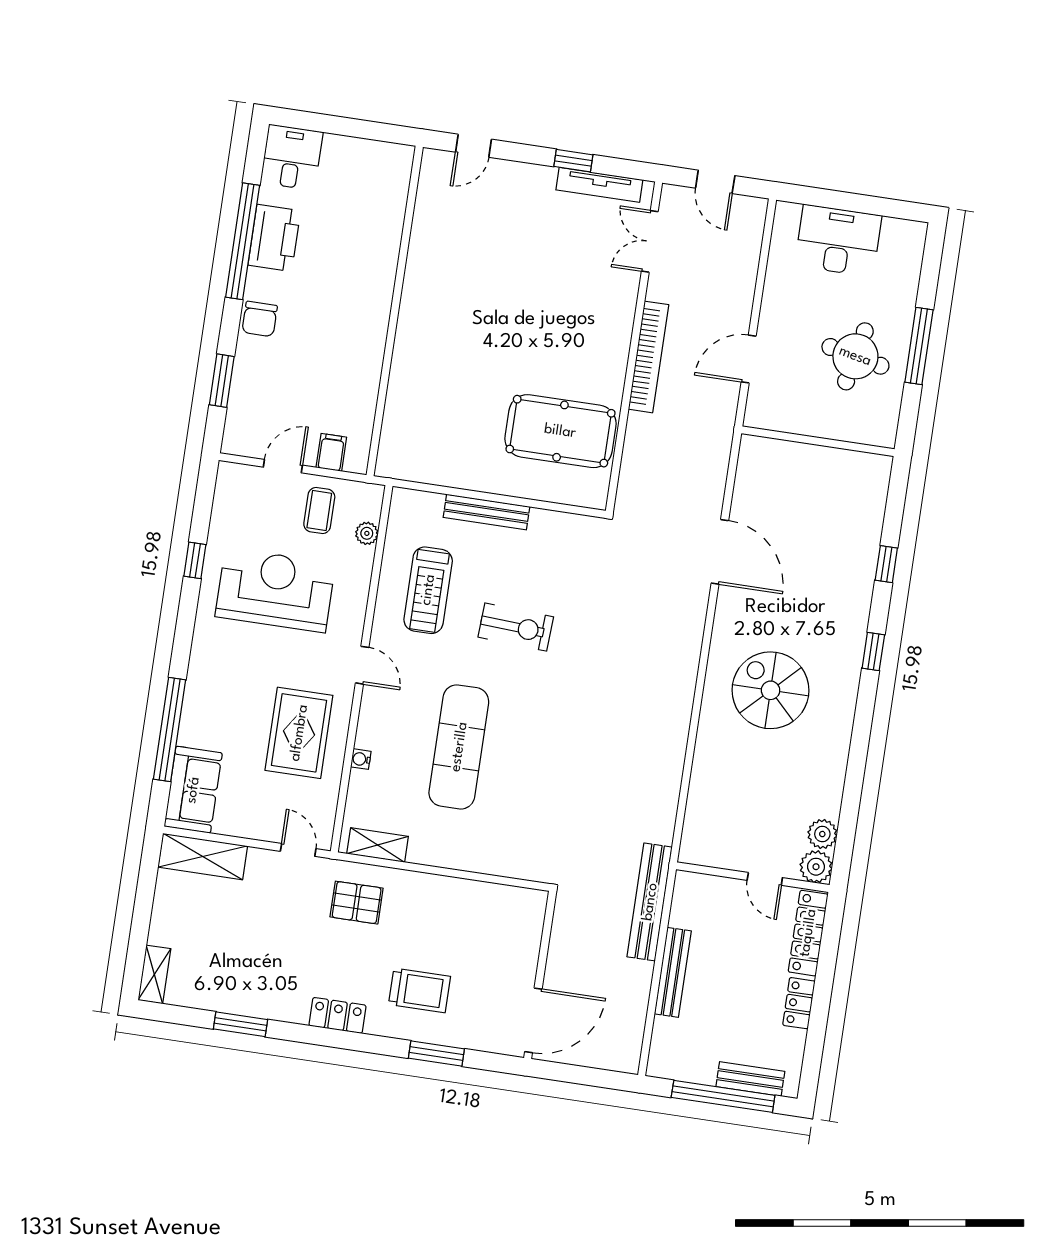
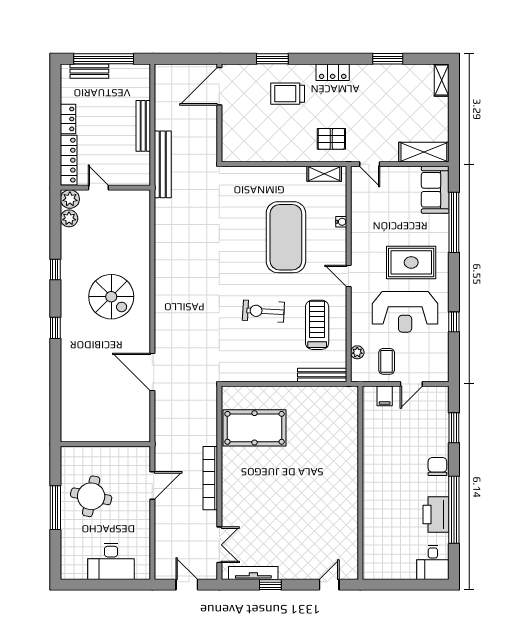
bench: (486, 512) -> (322, 375), moved
window: (886, 564) -> (55, 270), moved
rug: (299, 733) -> (411, 262), moved, turned 90
exercise mat: (459, 747) -> (286, 237), width x1.47

